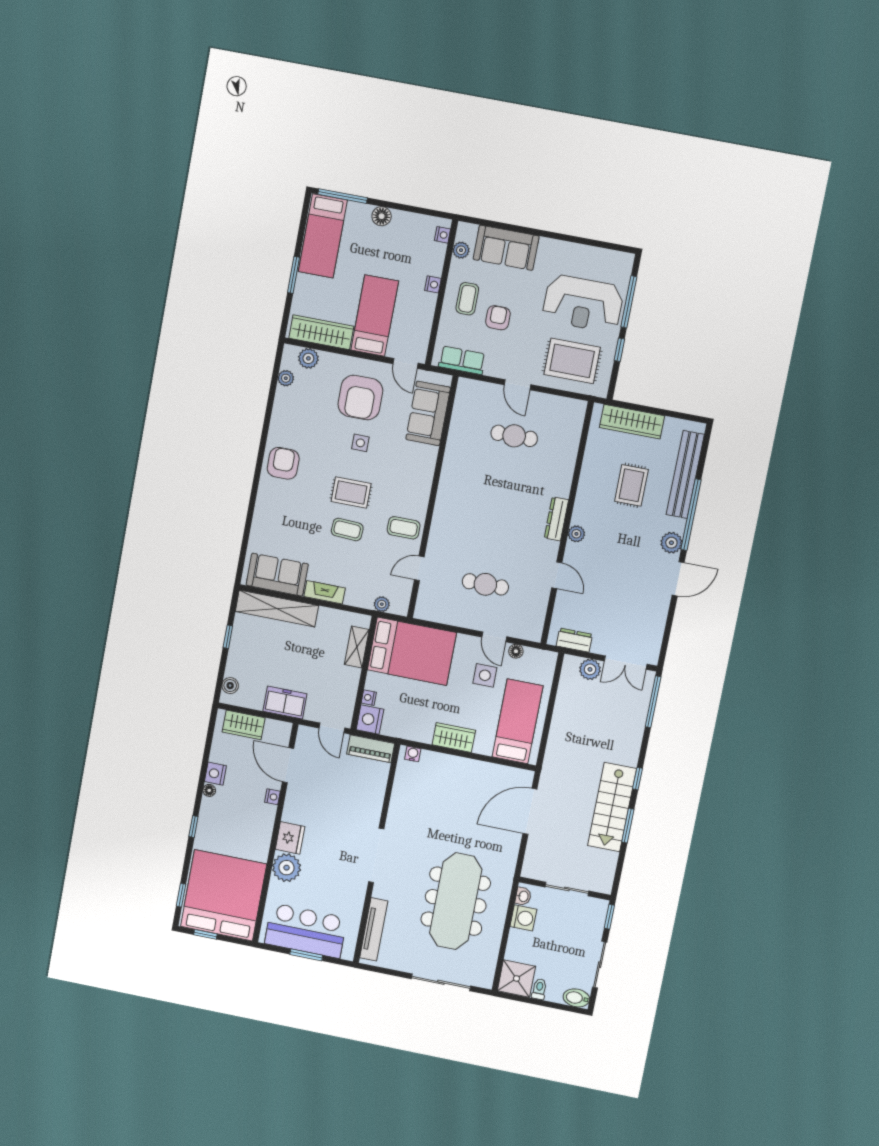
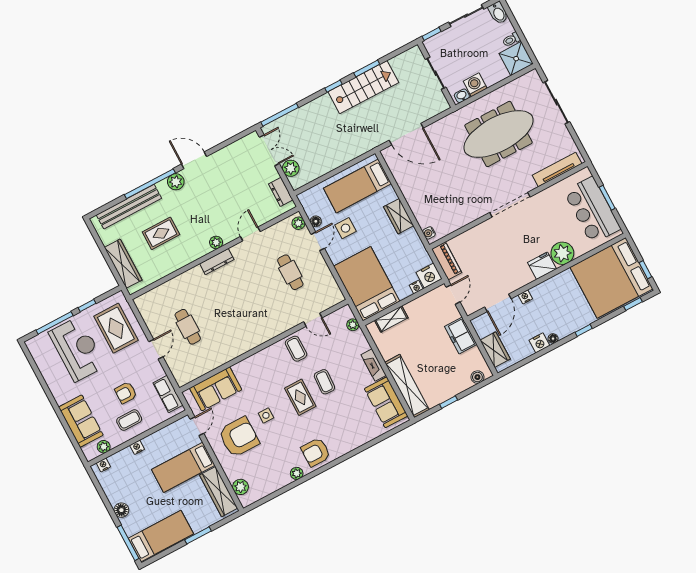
plant: (286, 378) -> (297, 473), moved
plant: (528, 632) -> (298, 223), added

